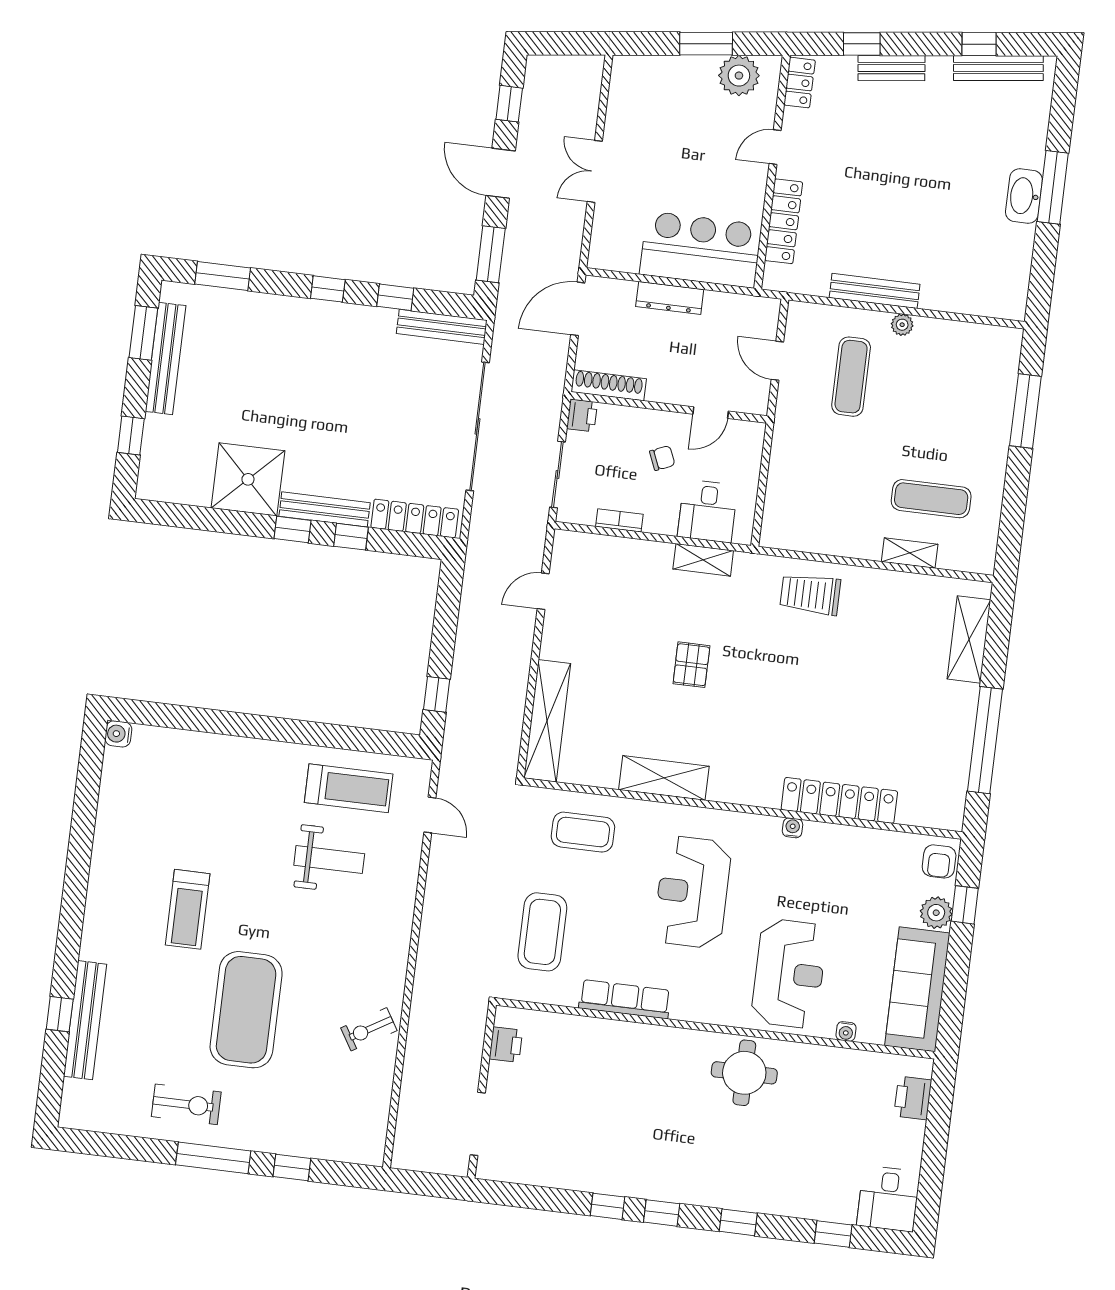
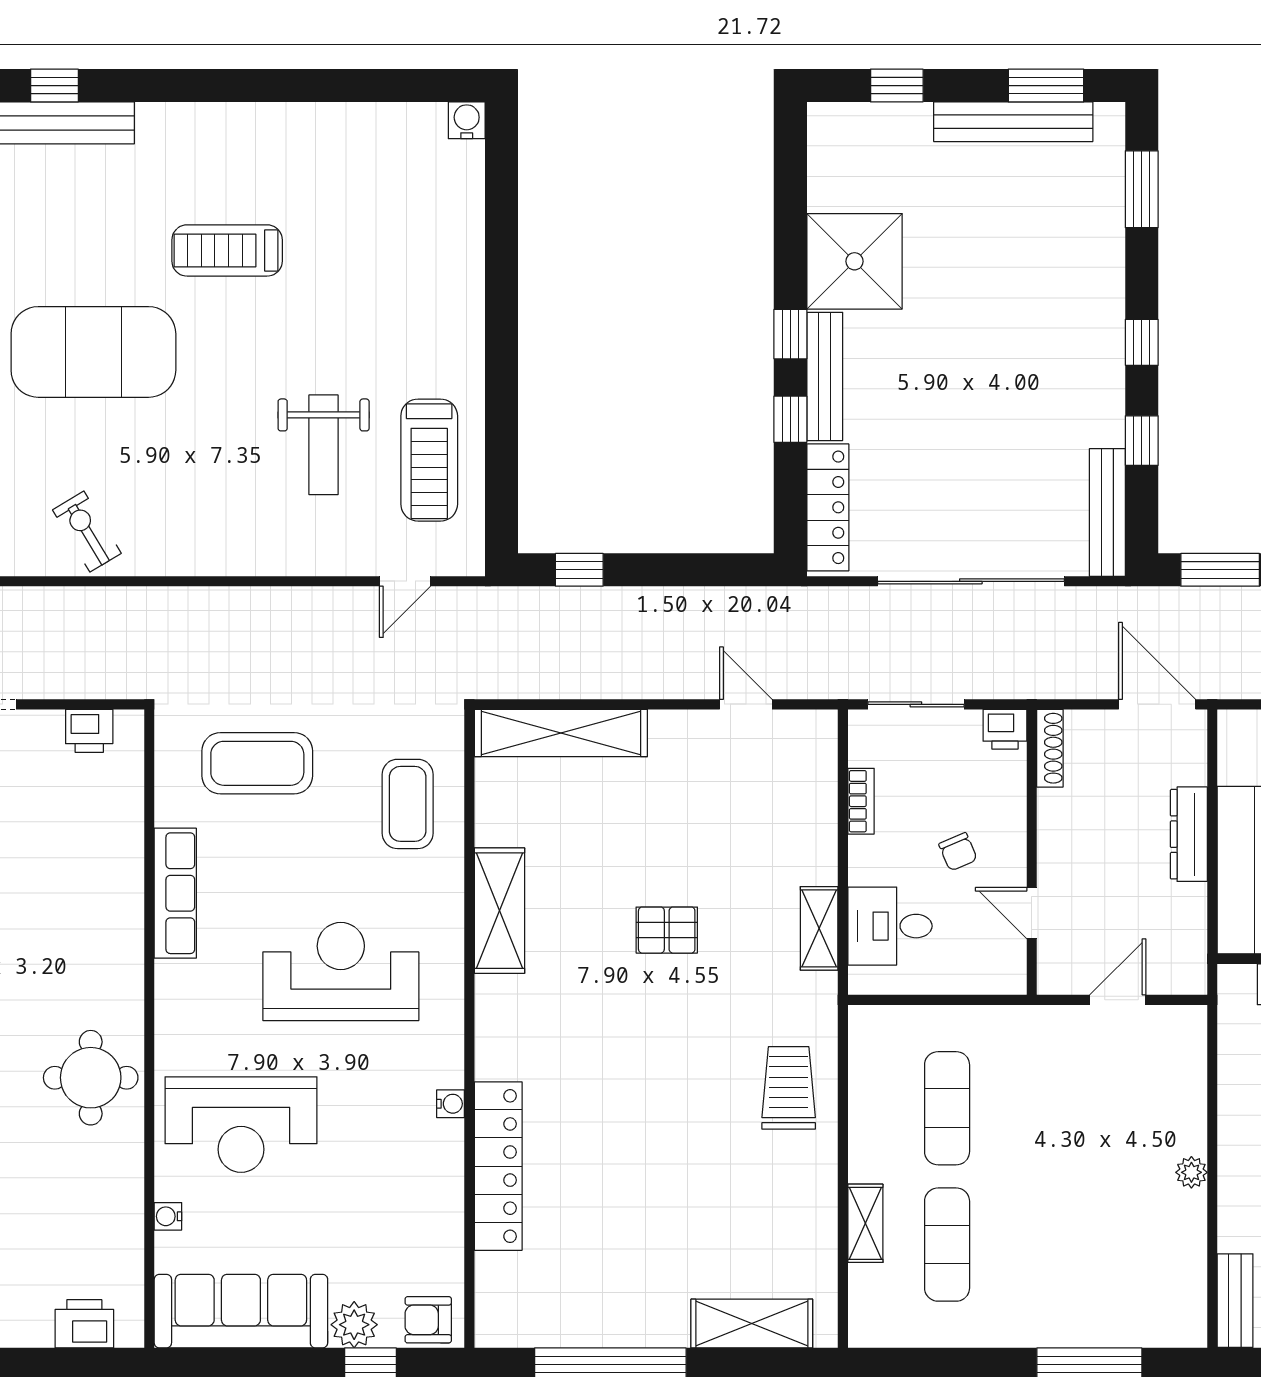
bench: (875, 291) -> (1235, 1301), moved, width x0.73
exercise mat: (851, 377) -> (947, 1108), moved, turned 90
shoe rack: (609, 385) -> (1050, 748), width x0.74, depth x0.81

